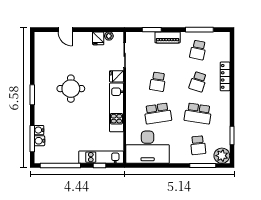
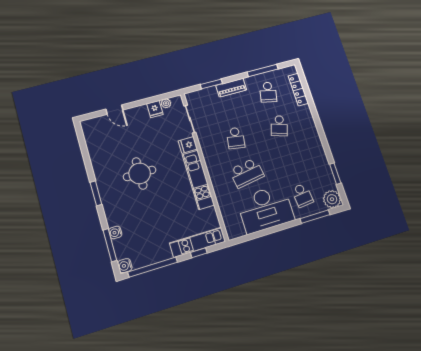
locker: (225, 76) -> (298, 89), moved
school desk: (198, 113) -> (291, 160), removed
water cooler: (39, 141) -> (125, 266), moved
desk: (148, 147) -> (266, 209), moved

